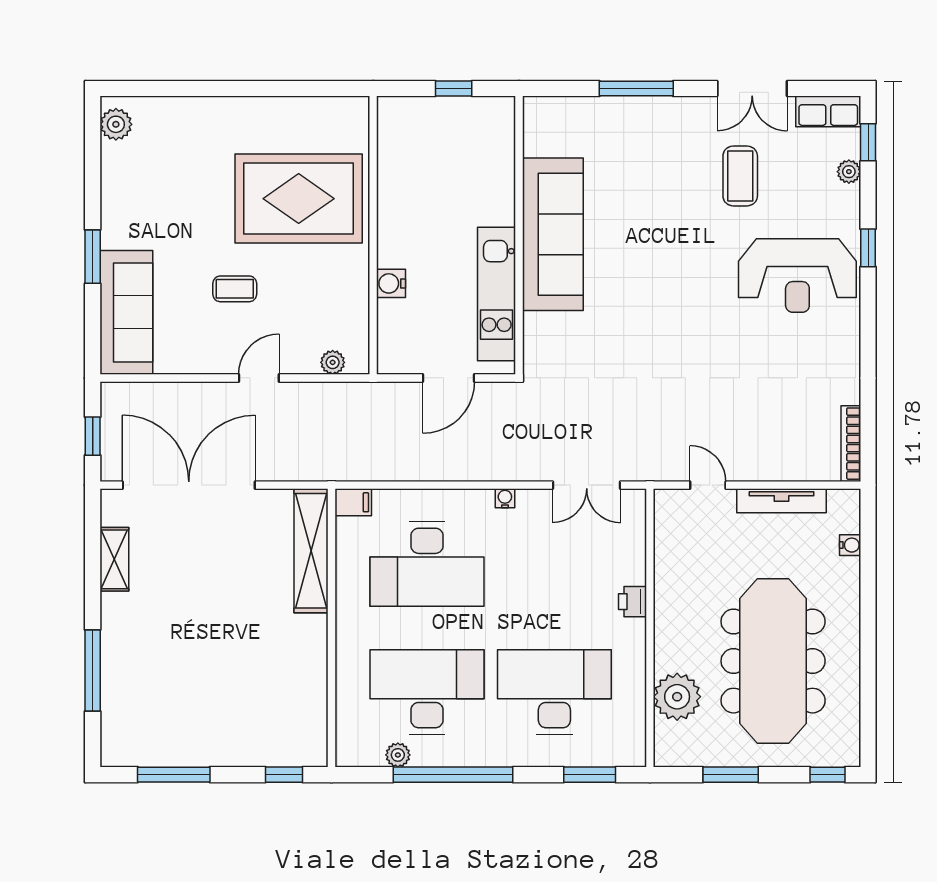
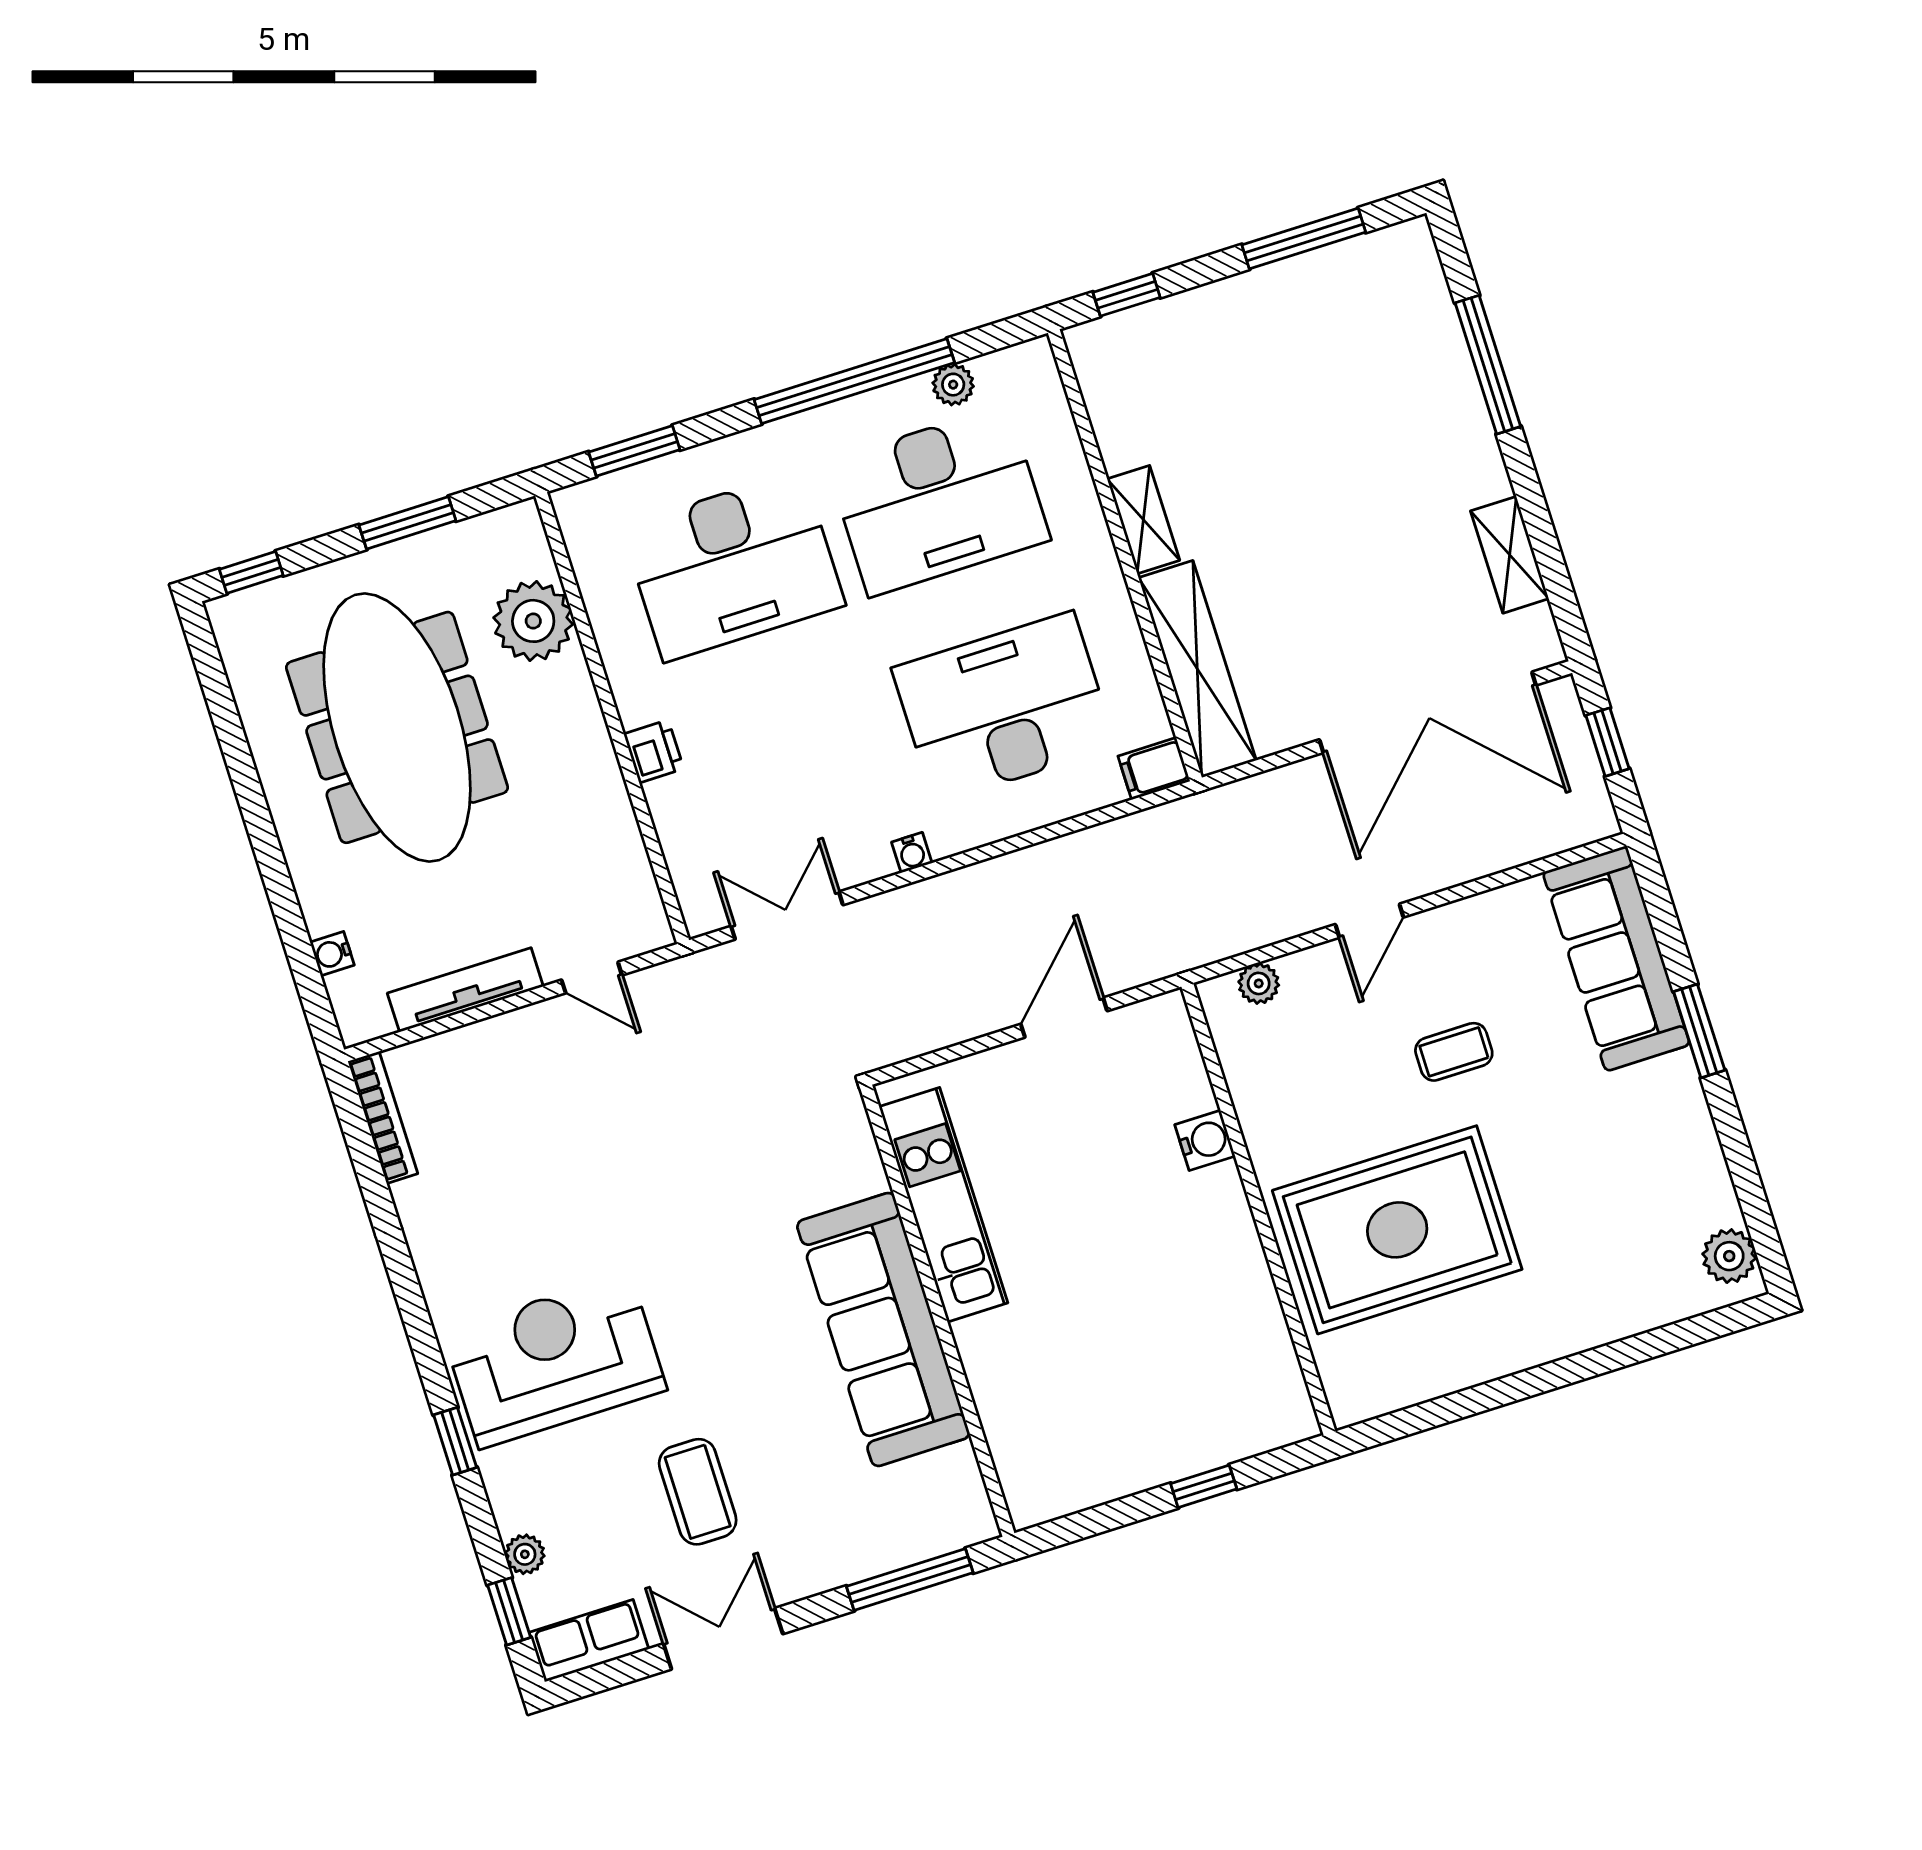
sofa: (553, 234) -> (883, 1329), moved
wall: (519, 235) -> (937, 1311), moved
kitchen unit: (497, 294) -> (943, 1205), moved
shelving: (315, 645) -> (1143, 520), added

